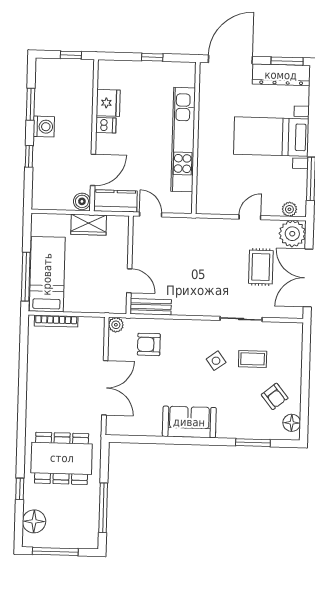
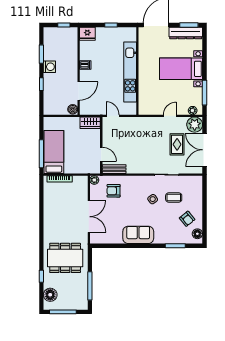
fridge: (108, 103) -> (87, 34), moved, turned 90
kitchen counter: (115, 201) -> (92, 109), removed
wardrobe: (89, 225) -> (90, 123), moved

